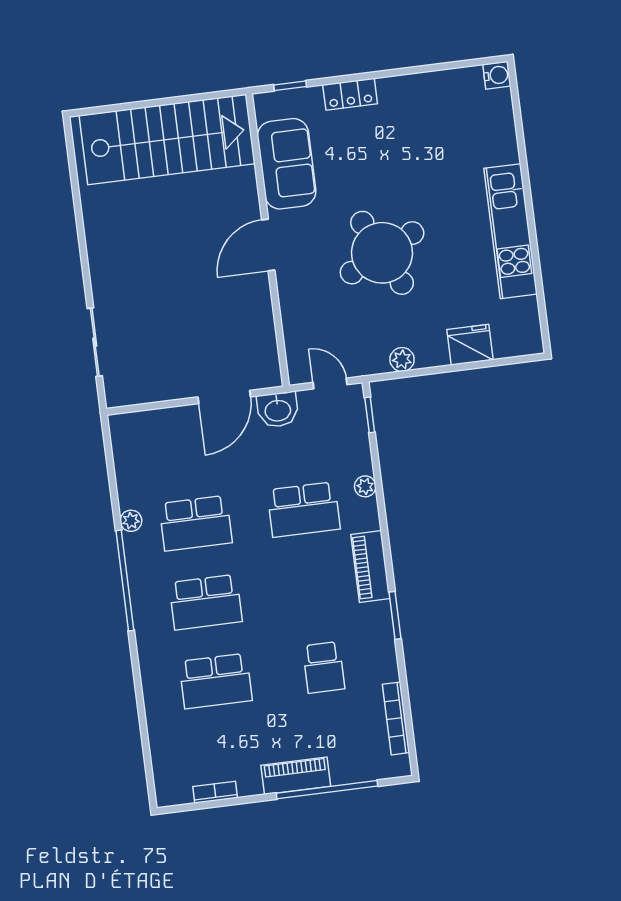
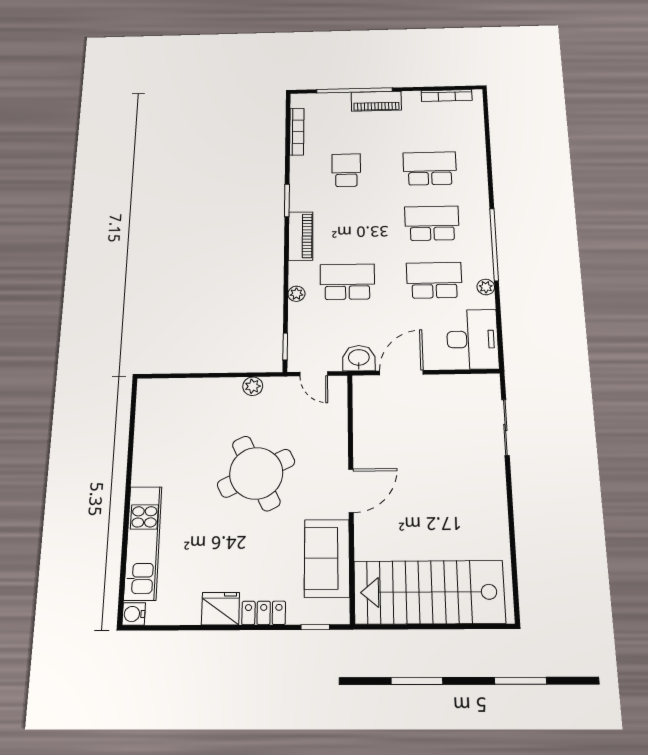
kitchen unit: (511, 231) -> (143, 543), moved
fridge: (470, 345) -> (220, 609), moved, turned 180
desk: (142, 449) -> (472, 339), added
bookcase: (215, 792) -> (447, 95), width x1.56

